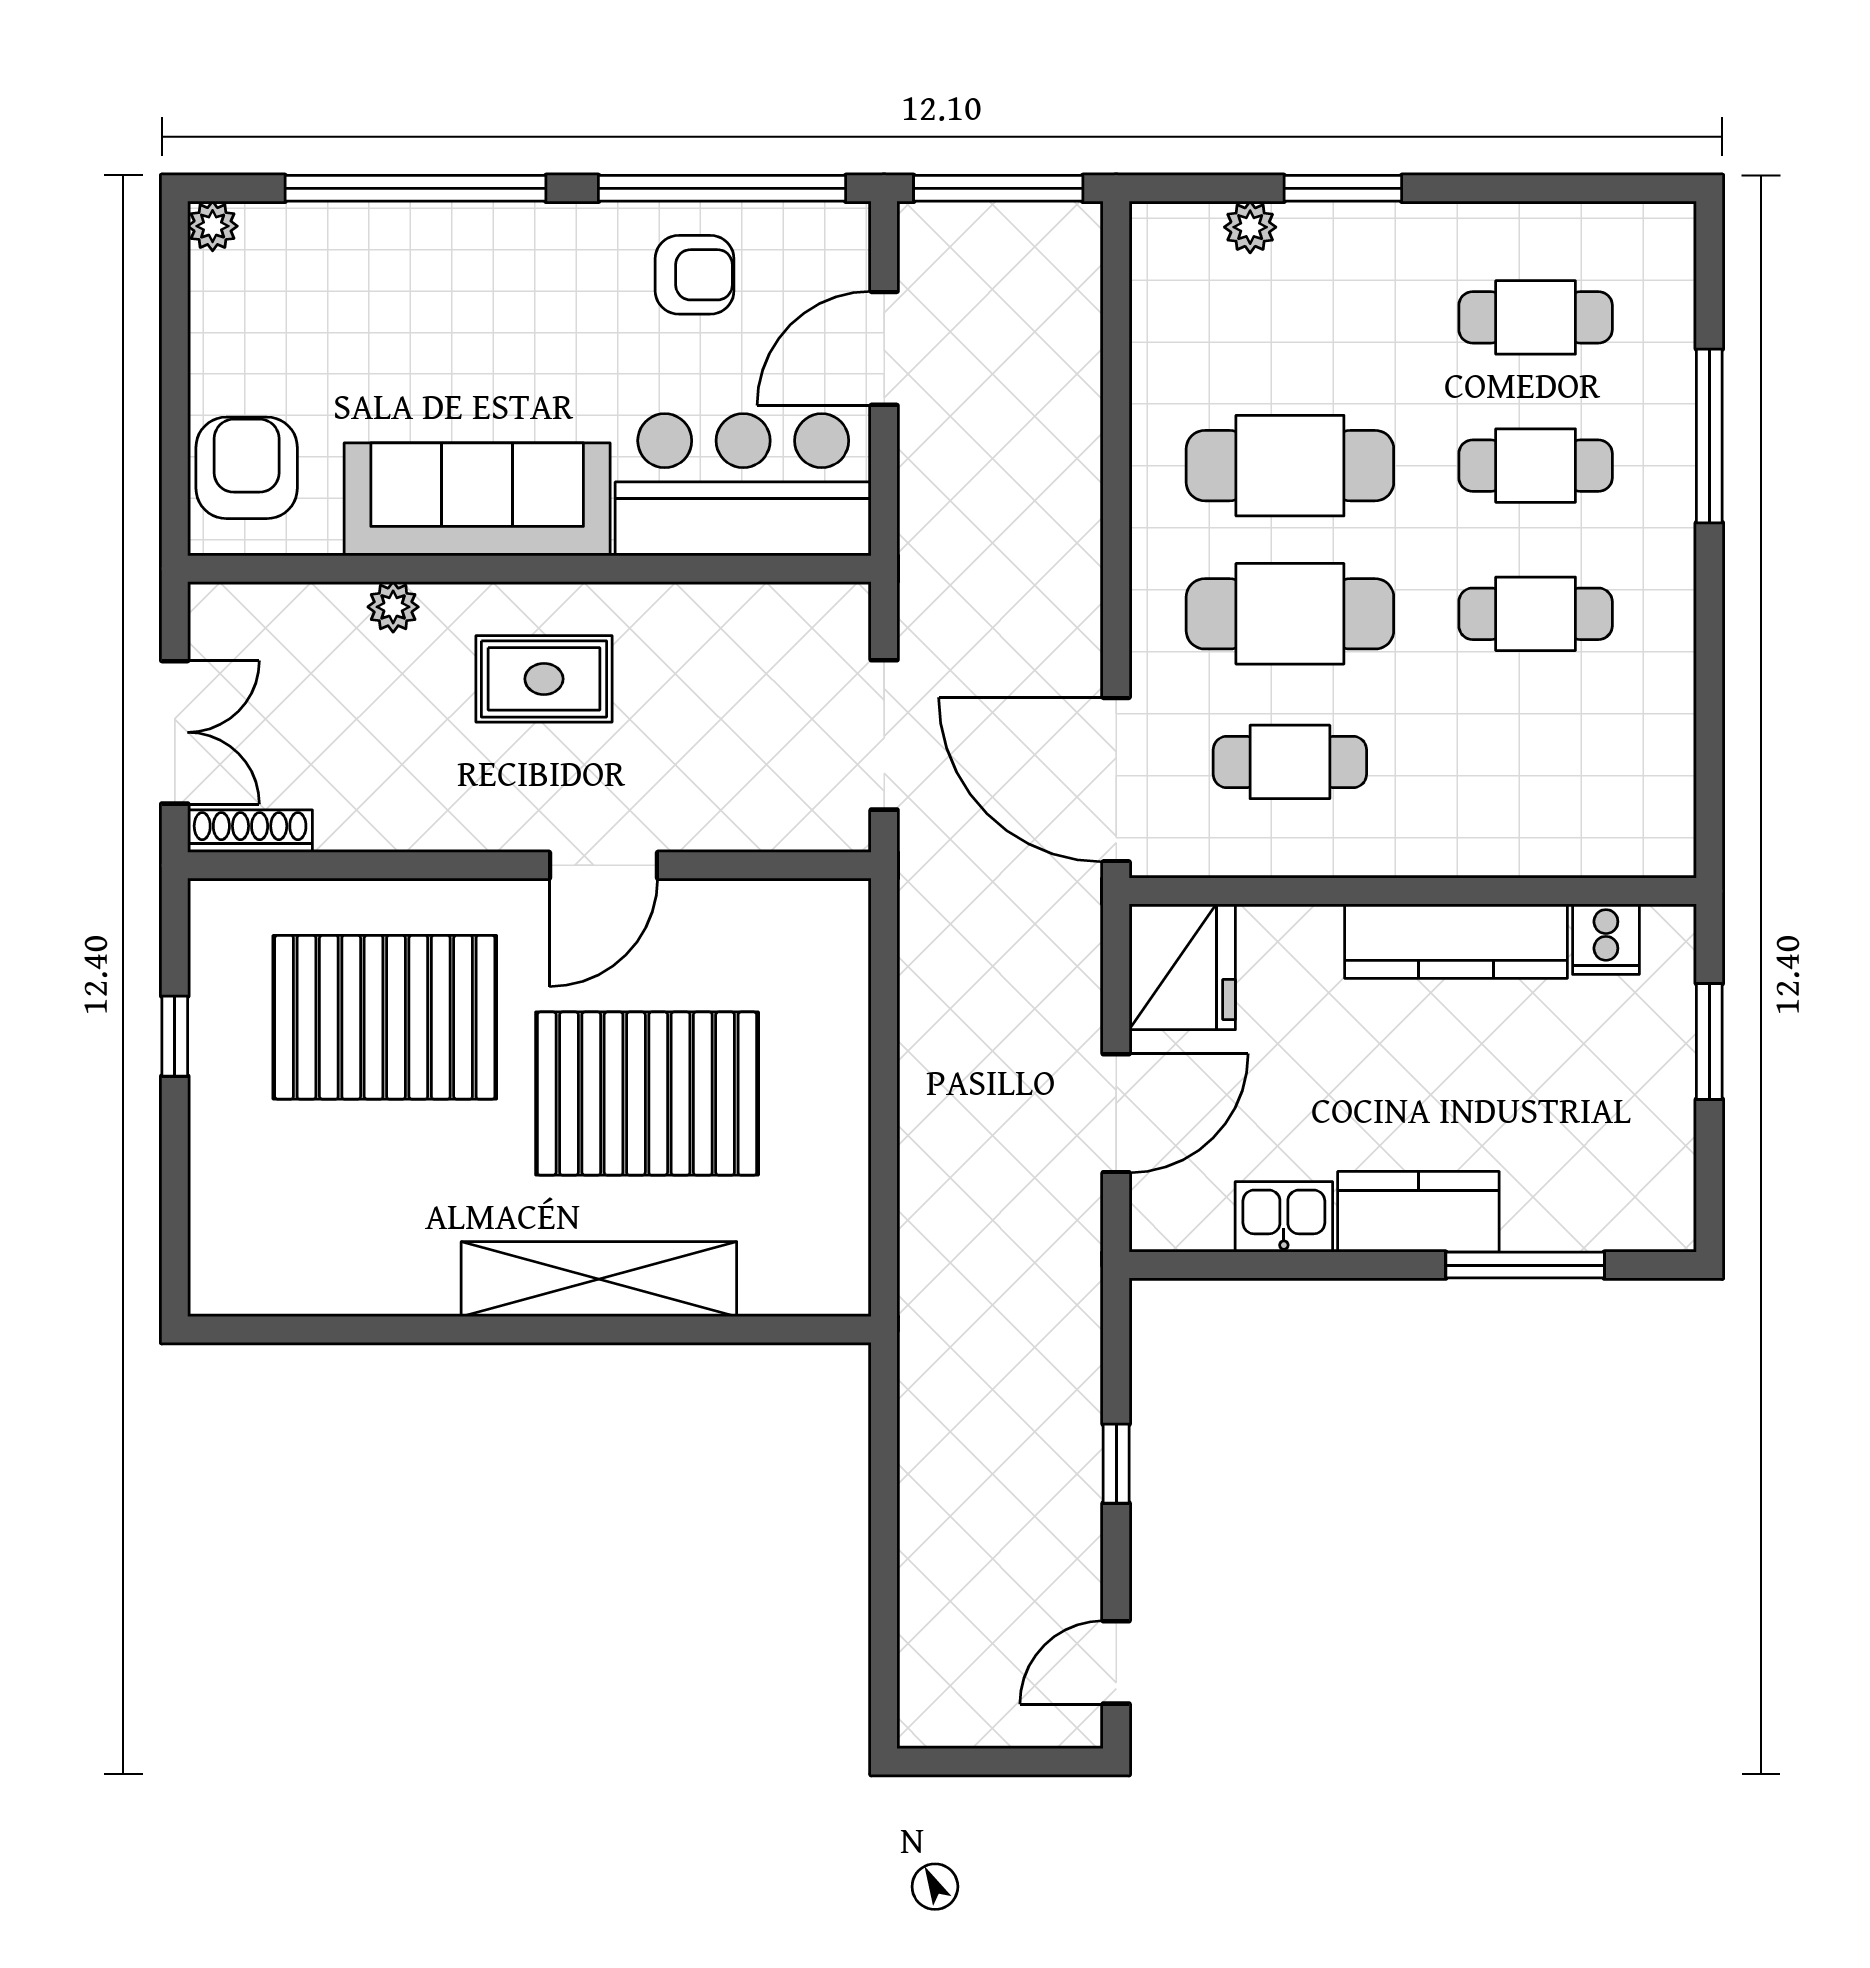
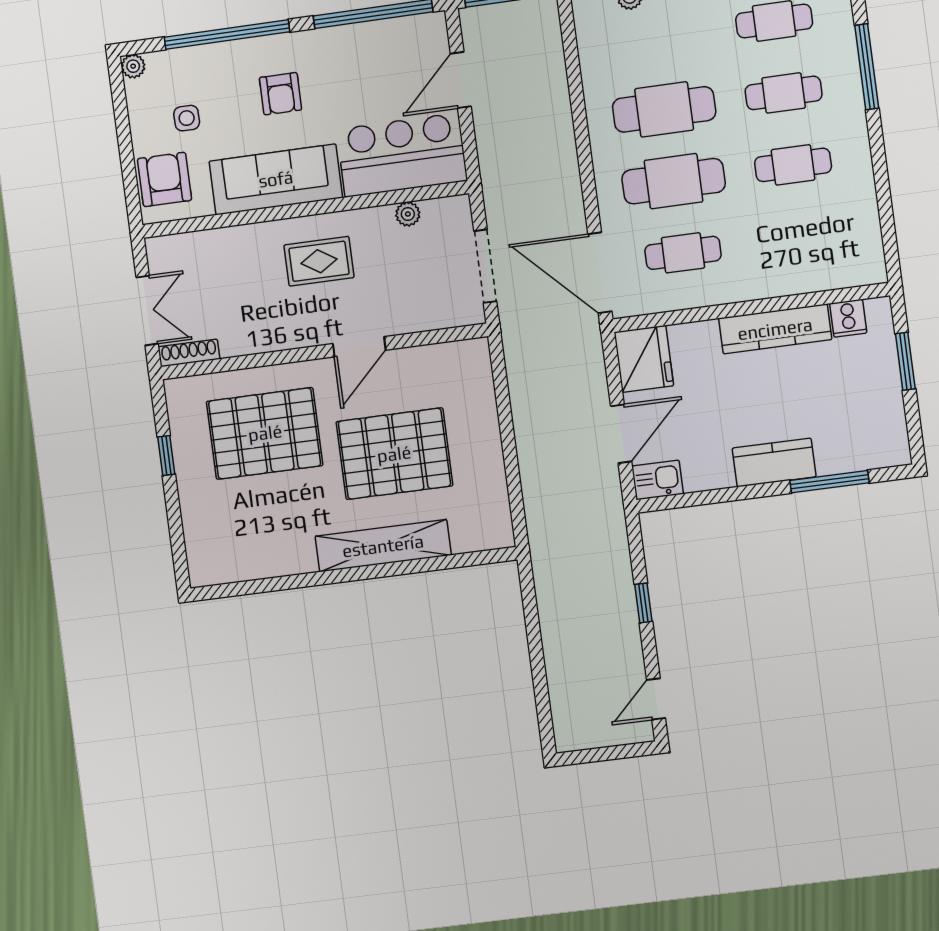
armchair: (695, 275) -> (280, 94), moved, turned 90
side table: (309, 348) -> (187, 118), added
plant: (393, 607) -> (408, 214), moved
kitchen sink: (1284, 1217) -> (658, 480), moved

